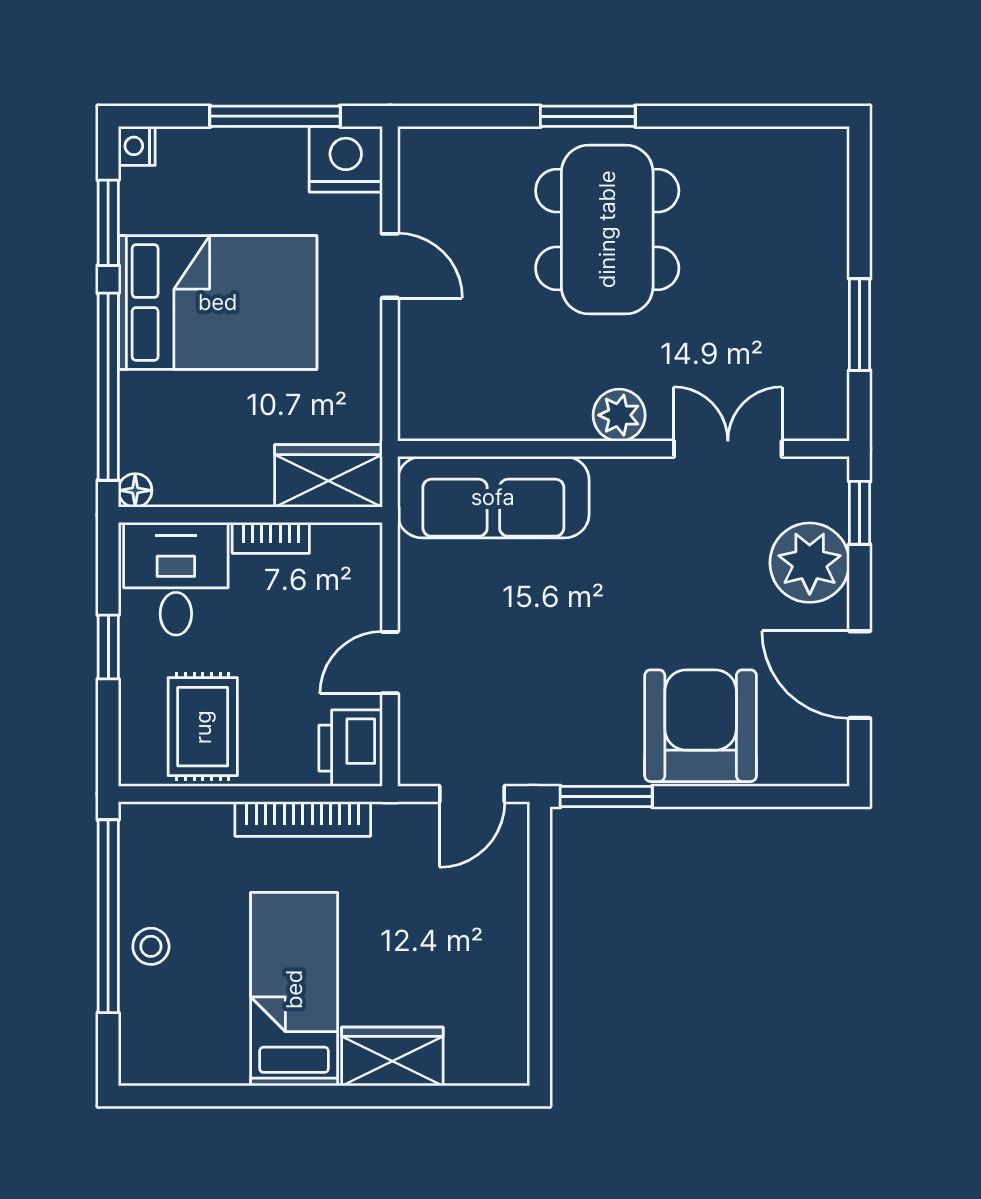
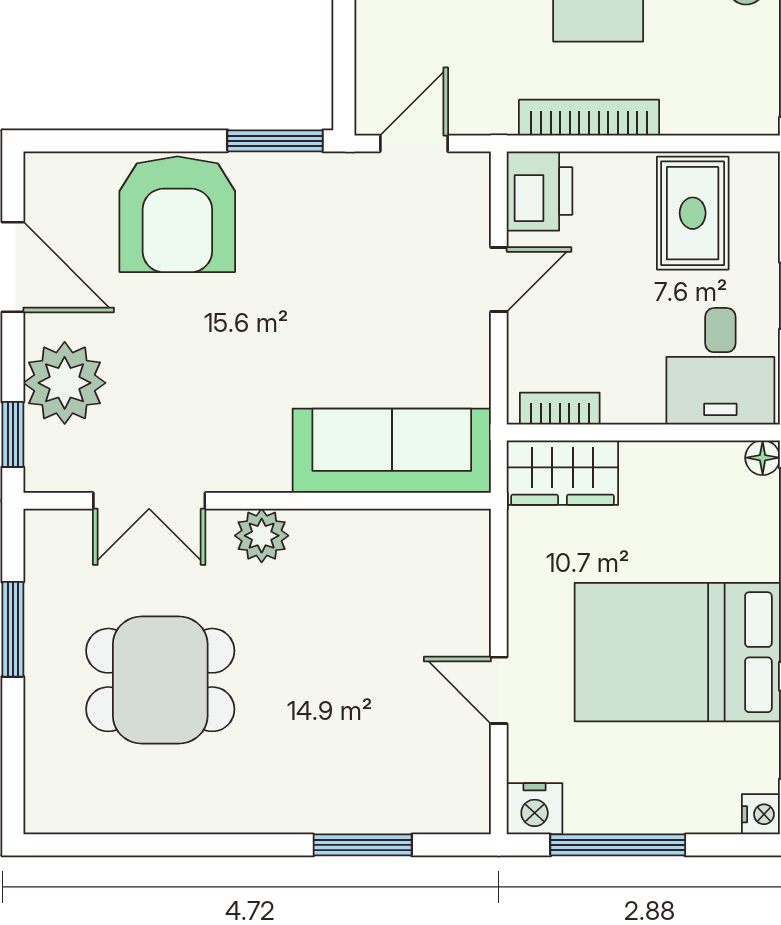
window: (588, 116) -> (363, 845), moved
nightstand: (346, 159) -> (535, 809), width x0.74, depth x0.75
dining table: (607, 229) -> (160, 680), moved, width x0.73
bookcase: (271, 538) -> (560, 409), moved

